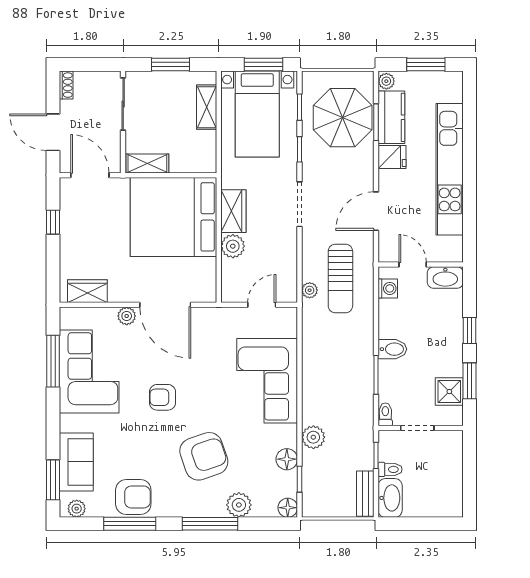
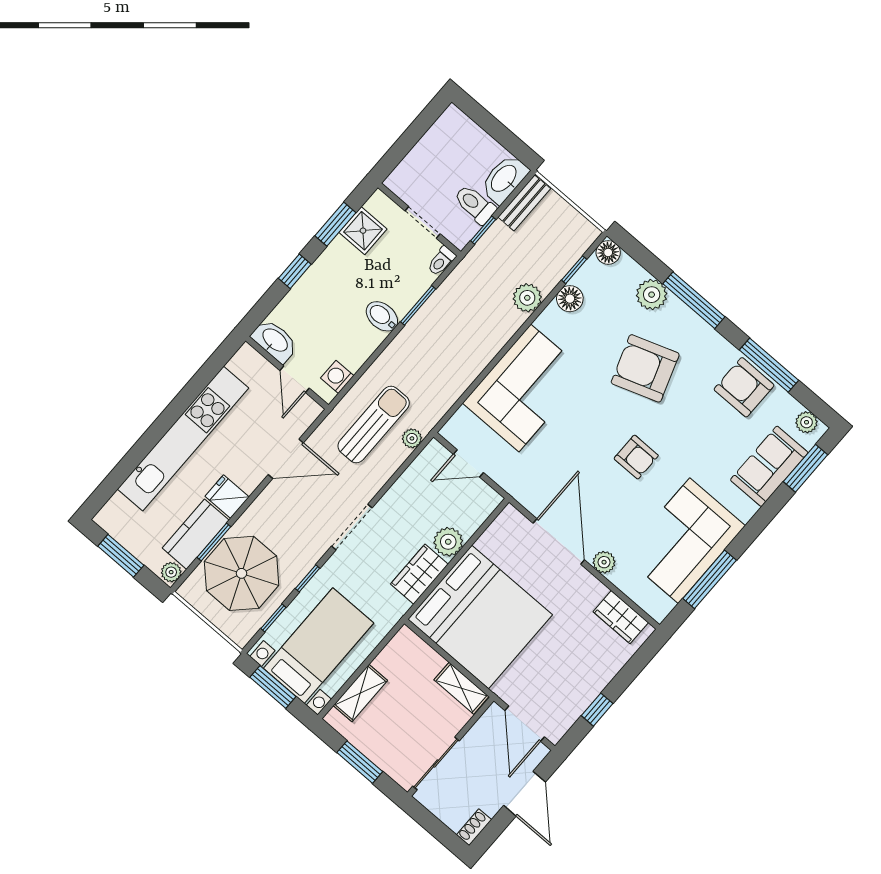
toilet: (390, 469) -> (475, 204), width x1.37, depth x1.39

